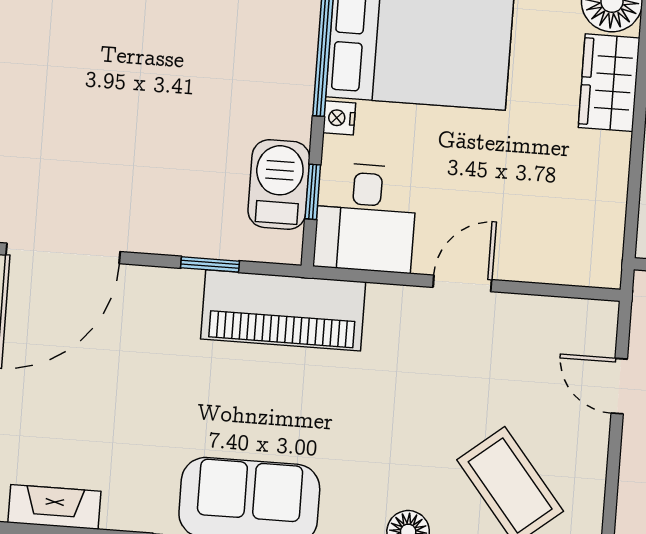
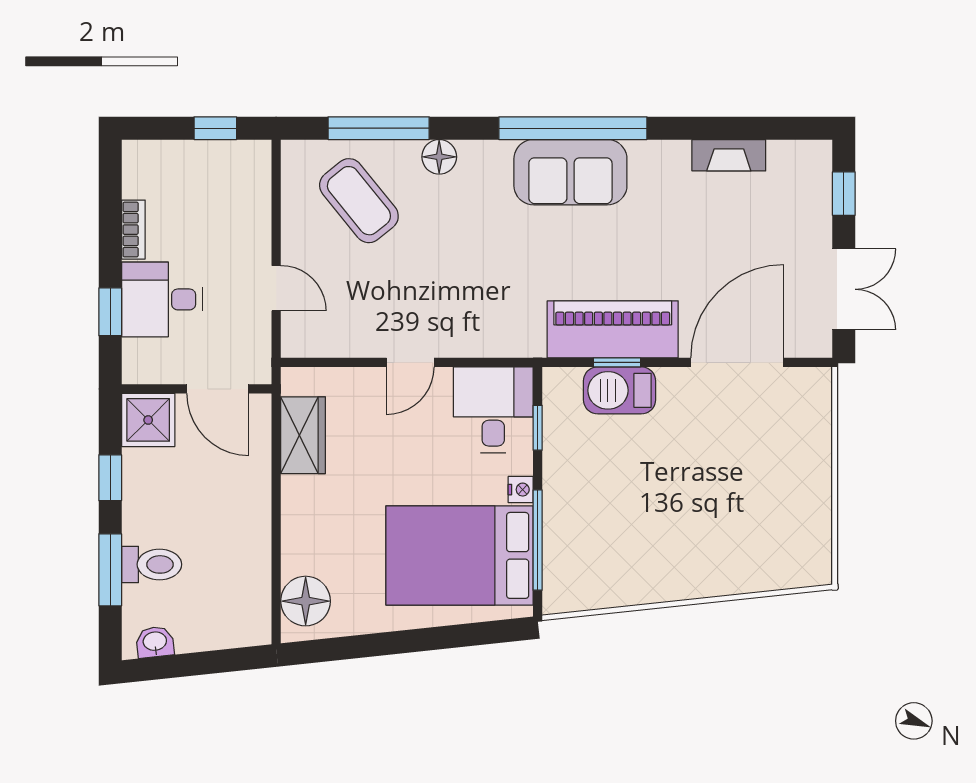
wardrobe: (609, 83) -> (303, 435), moved
barbecue: (279, 184) -> (620, 390), moved, turned 90
piano: (283, 310) -> (613, 329), moved

